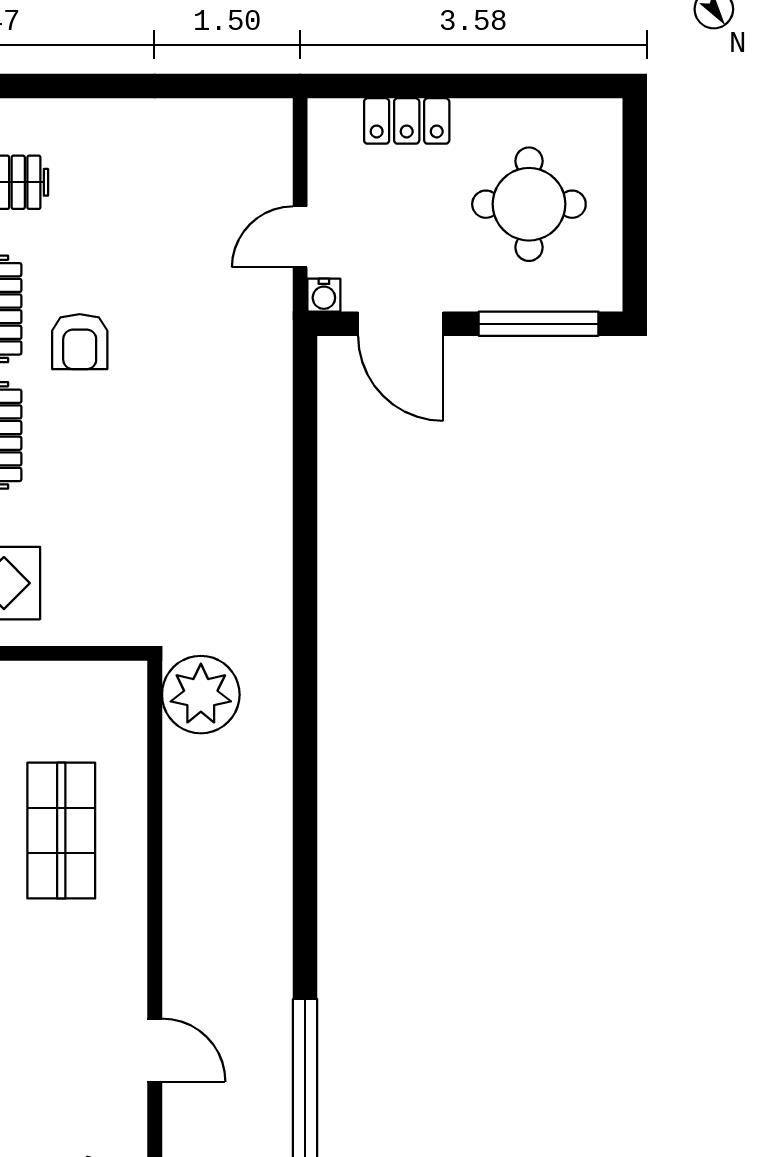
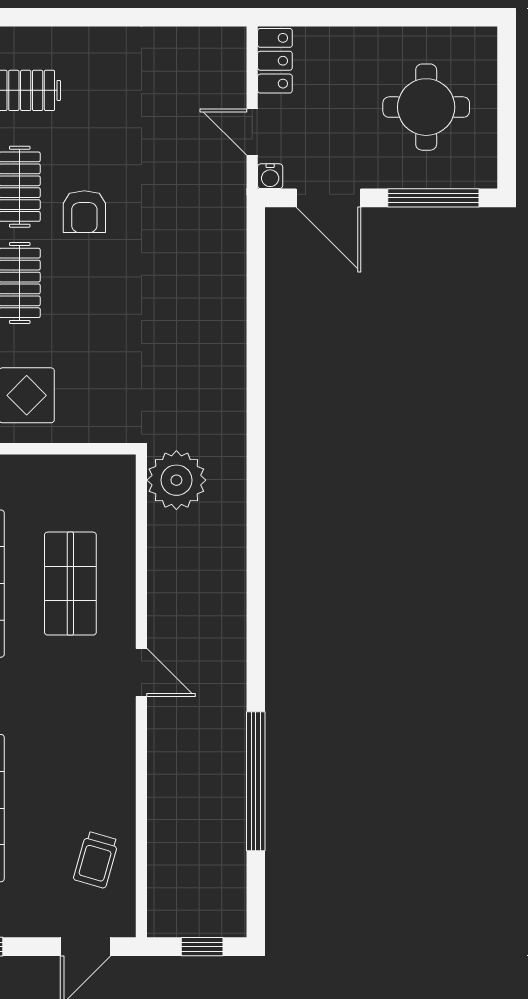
locker: (407, 121) -> (275, 61), moved, turned -90
door: (300, 237) -> (252, 132), hinge flipped
door: (155, 1050) -> (141, 673), moved

